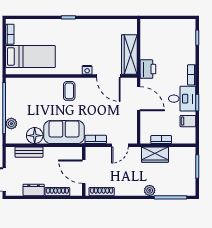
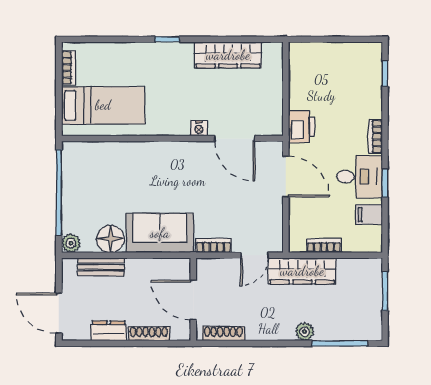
wardrobe: (129, 55) -> (228, 55), moved, turned -90
coffee table: (69, 91) -> (169, 164), removed
plant: (11, 124) -> (71, 243), moved
wardrobe: (155, 155) -> (302, 271), width x1.50

